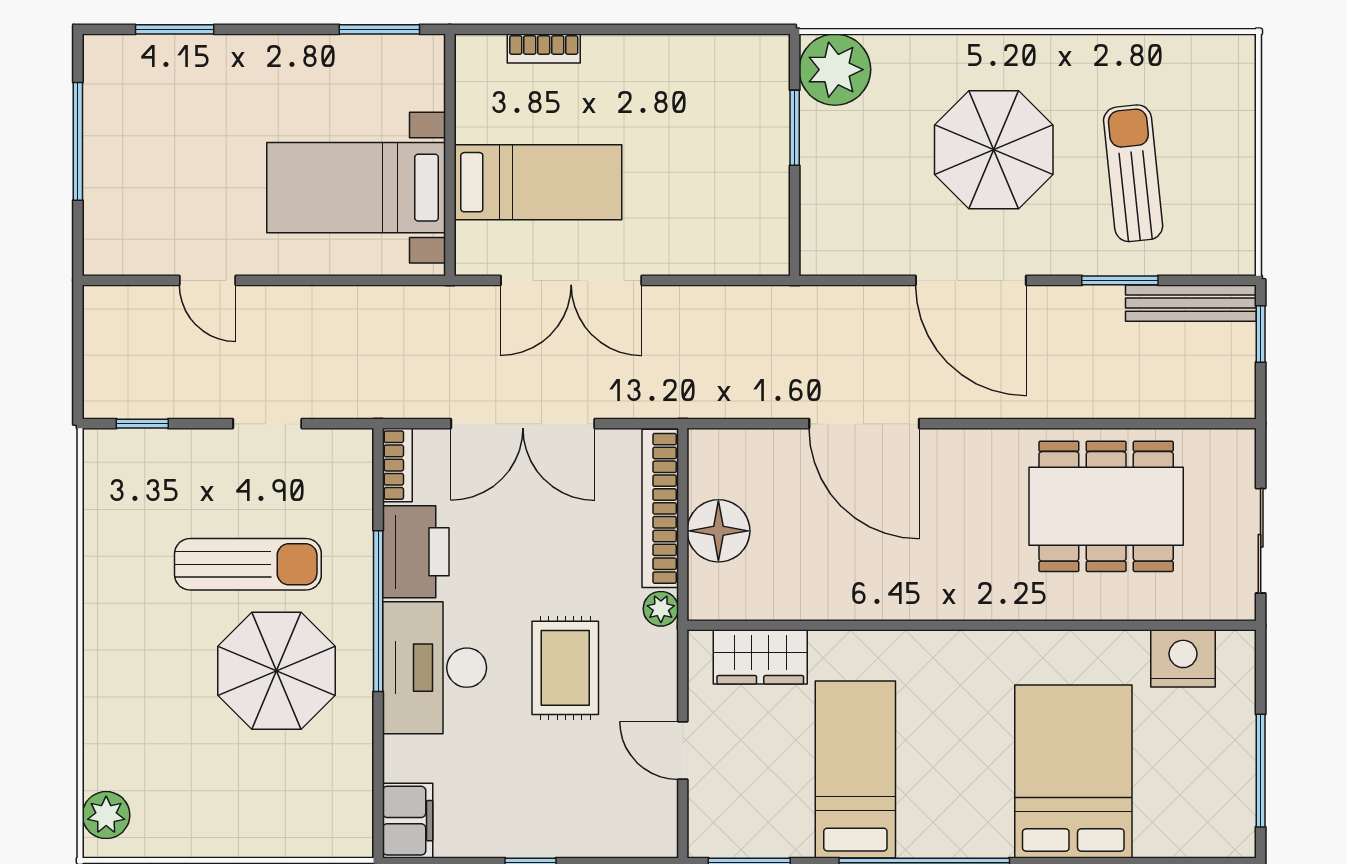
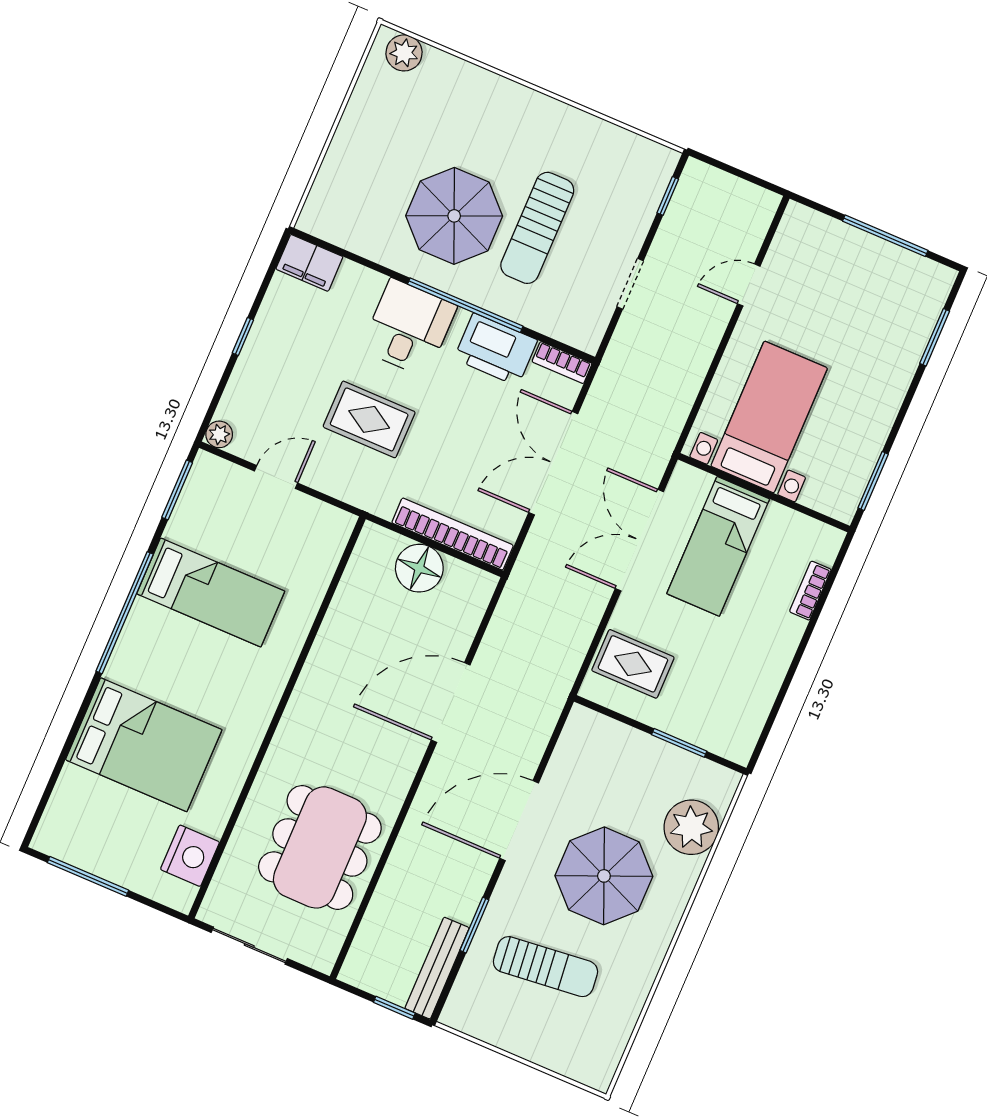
plant: (835, 70) -> (691, 827), moved
rug: (723, 224) -> (633, 664), added
plant: (661, 609) -> (219, 434), moved
wardrobe: (760, 657) -> (318, 559), removed
desk: (435, 668) -> (409, 328), width x0.73

